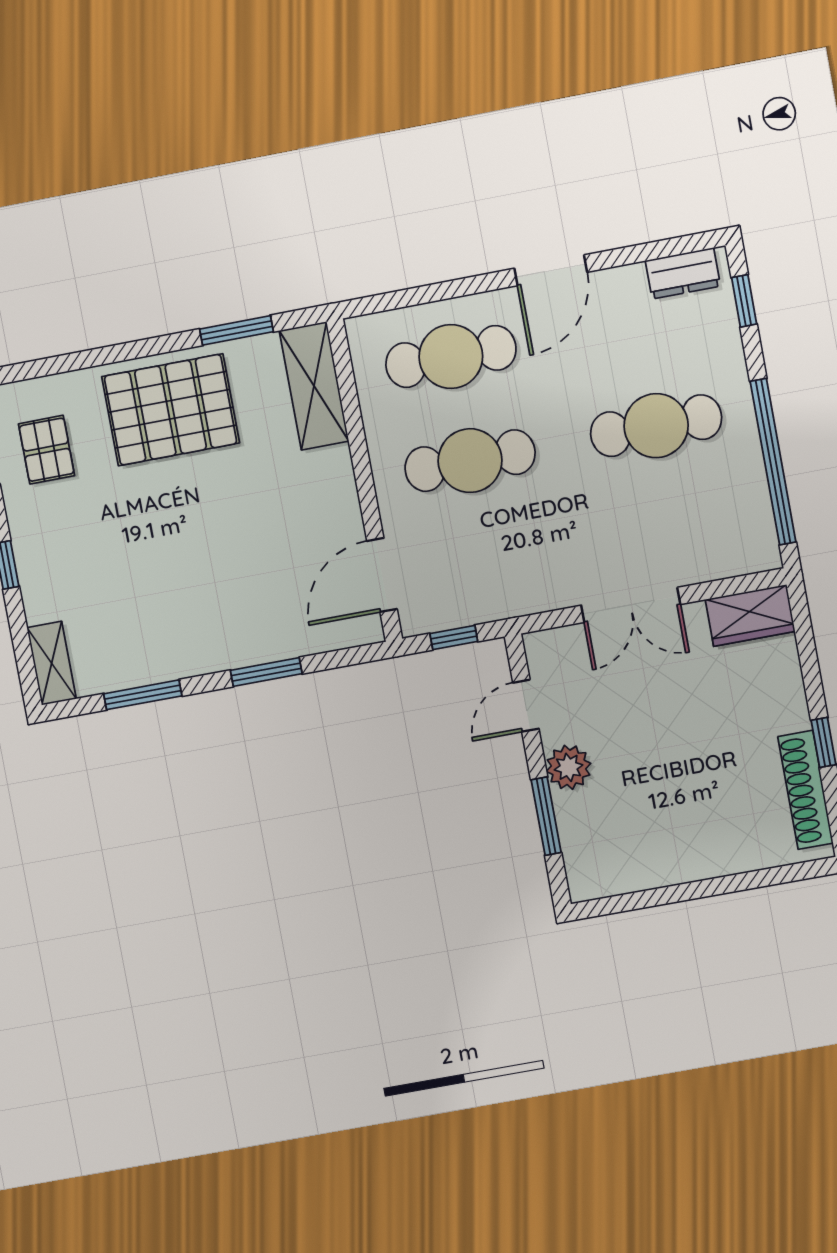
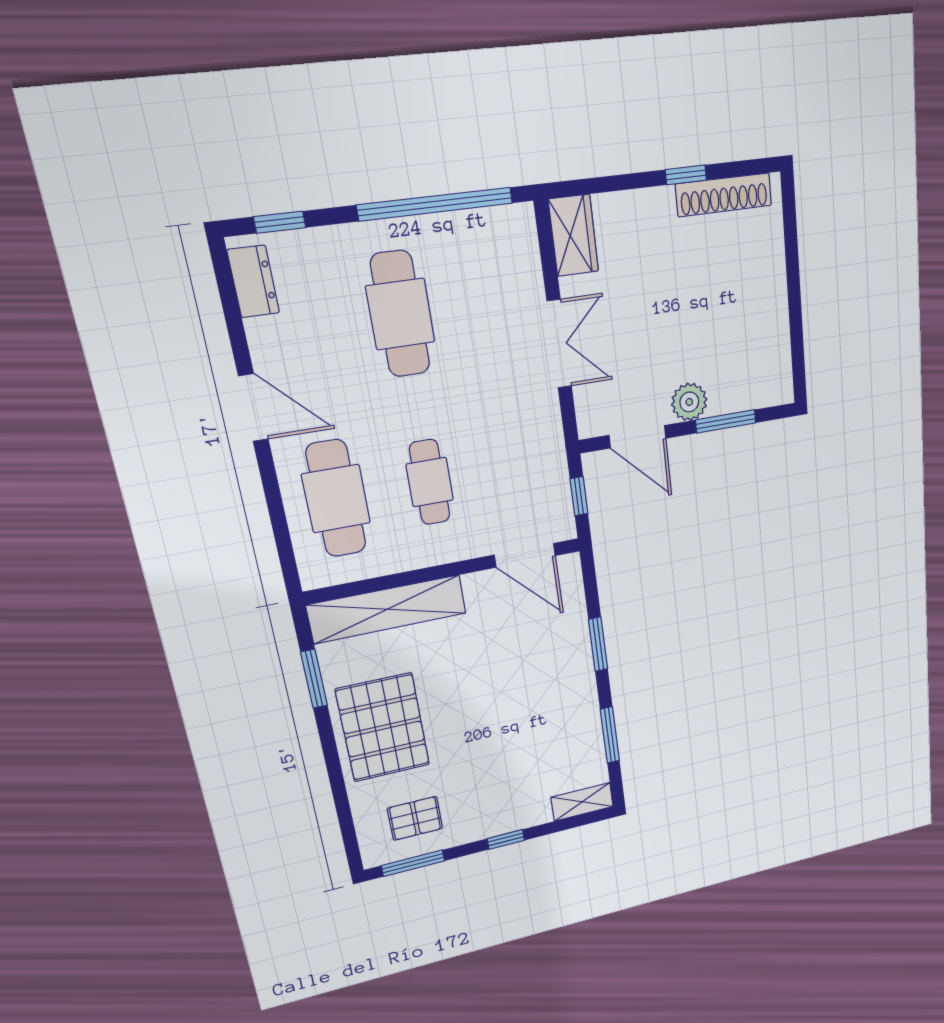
shelving: (314, 386) -> (387, 609), width x1.47
cafe table: (470, 461) -> (430, 482), width x0.73, depth x0.74
door: (526, 706) -> (638, 437), width x1.38

